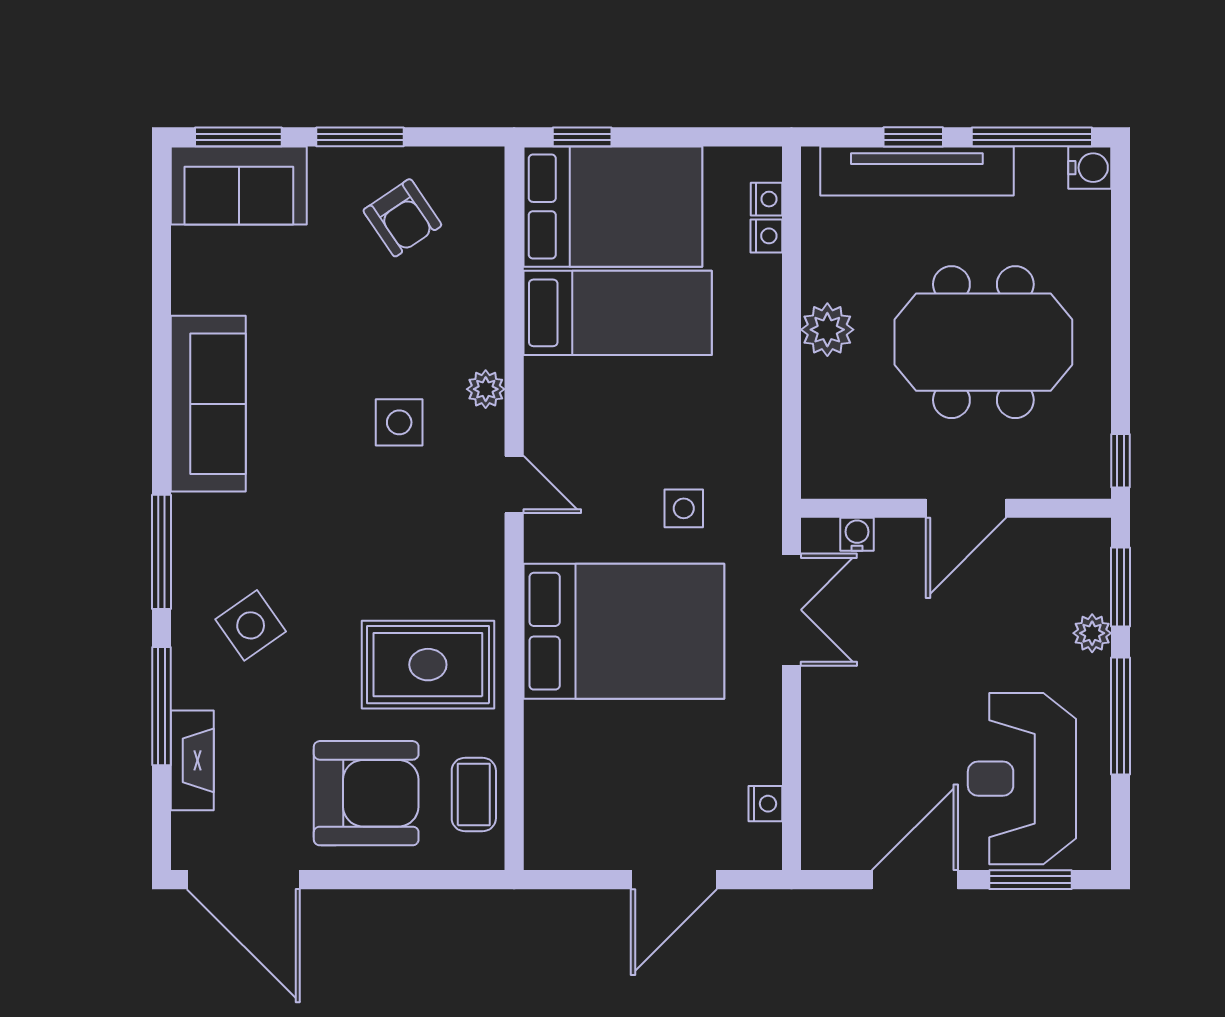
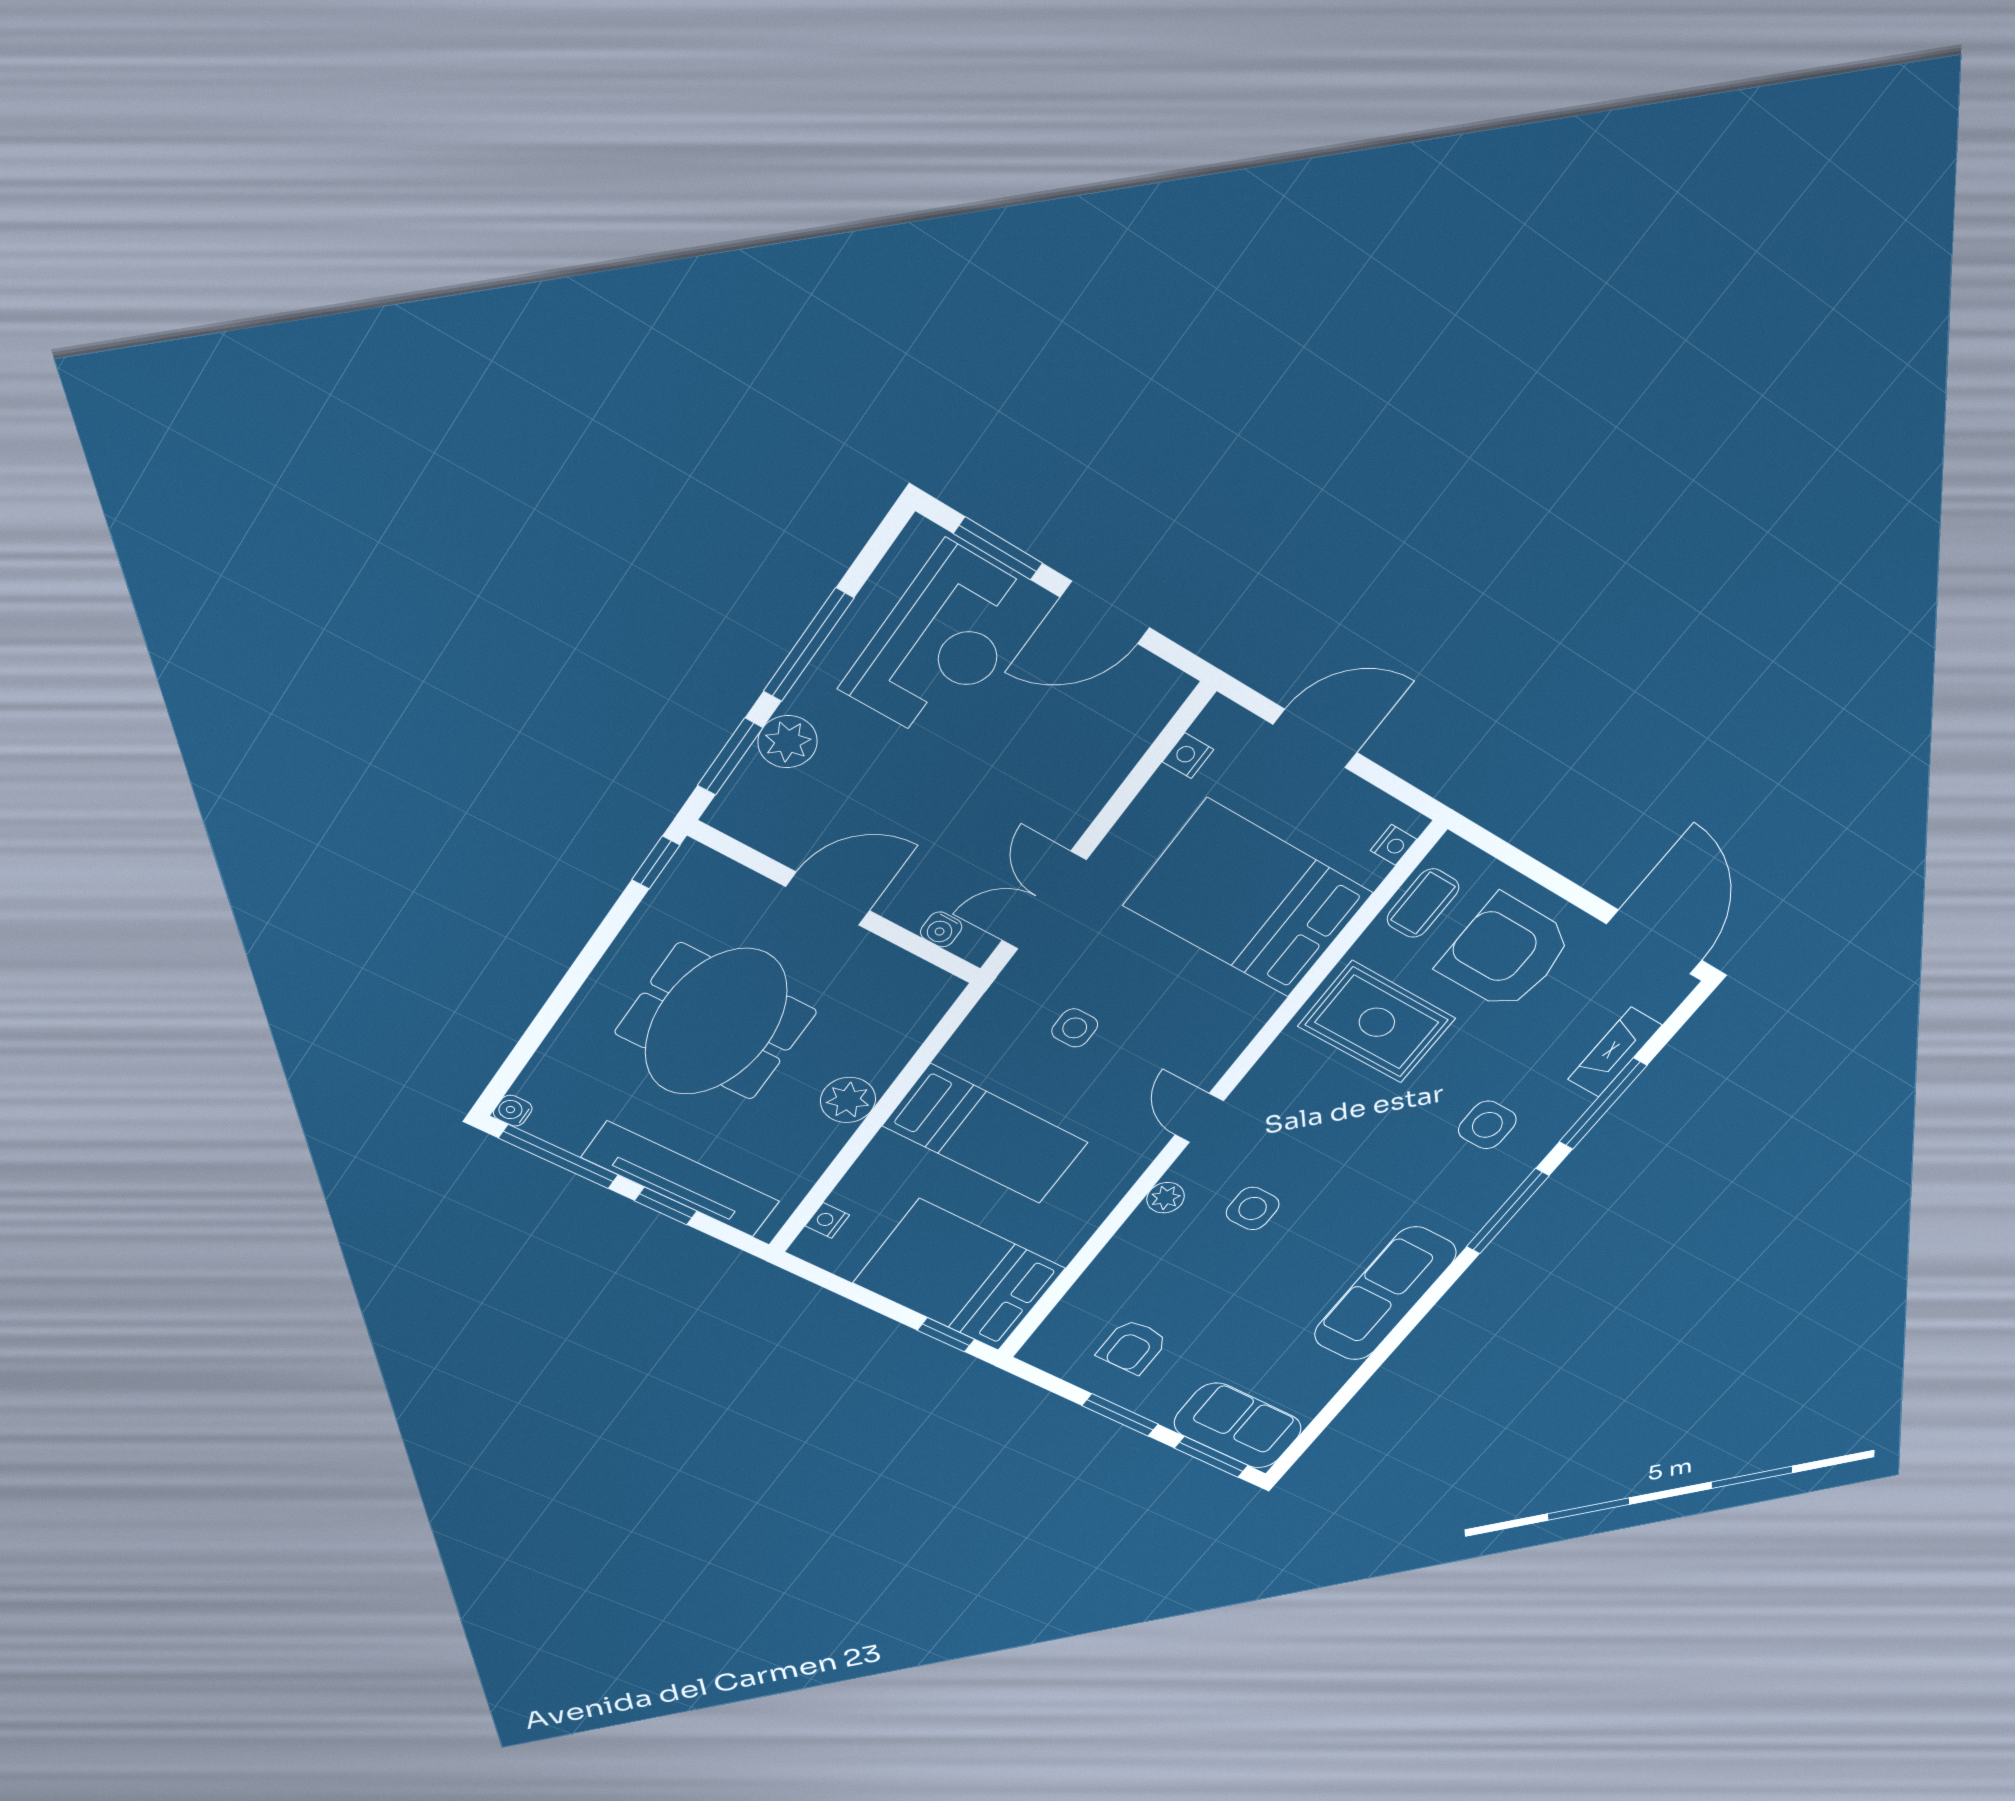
water cooler: (1090, 168) -> (513, 1111), width x0.72, depth x0.72
armchair: (402, 218) -> (1133, 1347), turned -146
nightstand: (766, 236) -> (1393, 845), moved, turned 180
bed: (618, 313) -> (986, 1134), moved, turned 180
meeting table: (983, 342) -> (716, 1022), turned 90
side table: (251, 625) -> (1487, 1125), turned 35
bed: (624, 631) -> (1249, 899), moved
plant: (1092, 633) -> (788, 742), width x1.38, depth x1.38

